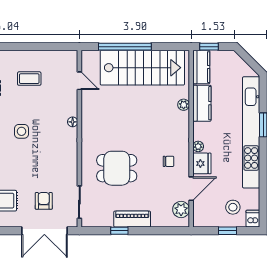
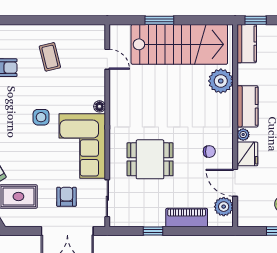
window: (125, 47) -> (159, 20), width x0.47
coffee table: (29, 79) -> (50, 57), turned 76
kitchen counter: (202, 103) -> (247, 106), moved
plant: (184, 105) -> (221, 81), width x1.87, depth x1.87
corner sofa: (57, 156) -> (82, 146), added
door: (191, 189) -> (235, 183), swing flipped
piano: (132, 219) -> (187, 218), moved

